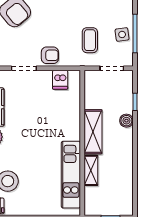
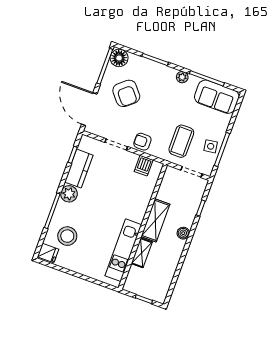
coffee table: (90, 40) -> (181, 141), width x1.36, depth x1.30
armchair: (50, 55) -> (142, 142), turned 180
boiler: (126, 121) -> (183, 233), moved

